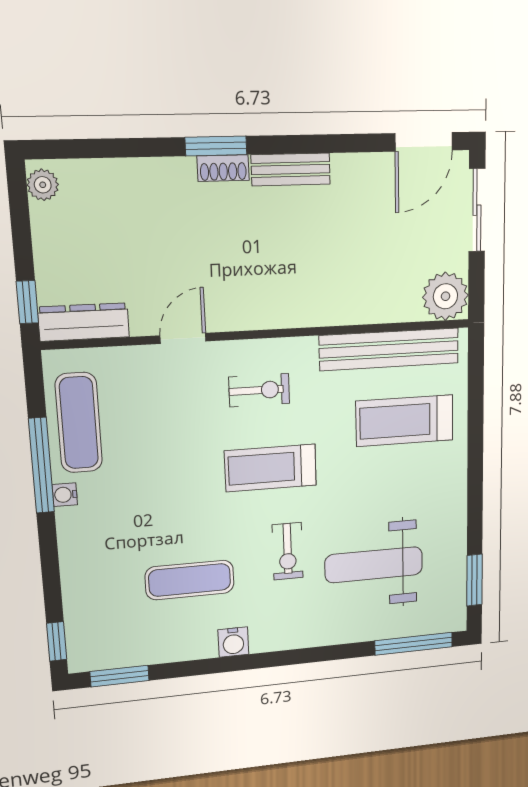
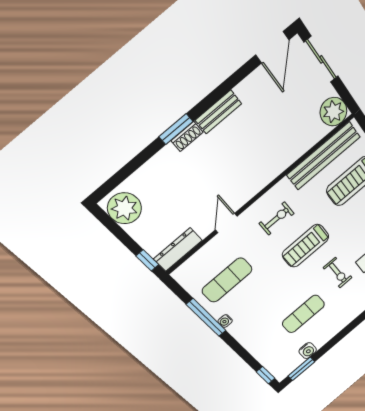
plant: (43, 185) -> (125, 208), width x1.88, depth x1.88
exercise mat: (79, 423) -> (227, 280), moved, turned 90
water cooler: (233, 642) -> (308, 351), moved

